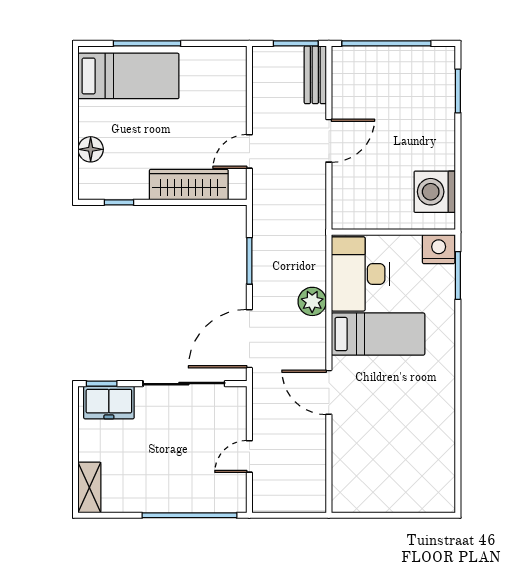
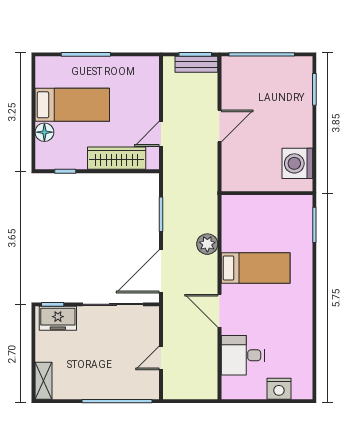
bench: (315, 75) -> (196, 64), moved, turned 90
bed: (128, 76) -> (72, 105), moved
nightstand: (439, 249) -> (279, 389), moved, turned 180
desk: (360, 274) -> (243, 355), moved, width x0.73

